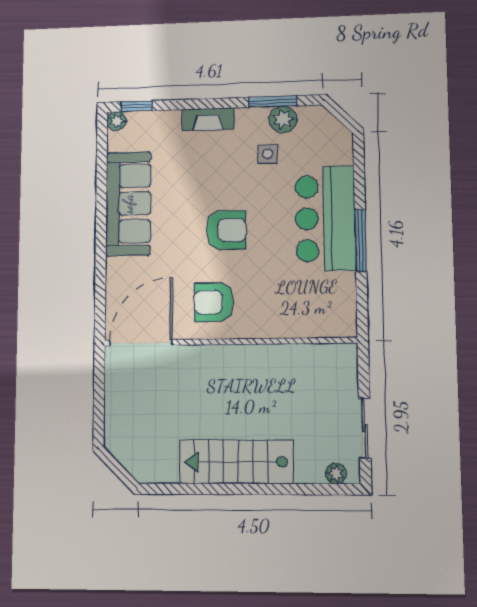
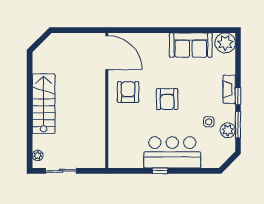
window: (136, 106) -> (238, 96), moved
plant: (117, 121) -> (225, 43), width x1.87, depth x1.87
sofa: (128, 204) -> (191, 45), width x0.73
window: (361, 240) -> (160, 171), width x0.46

